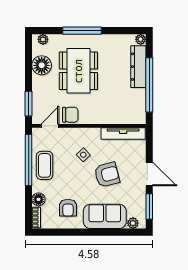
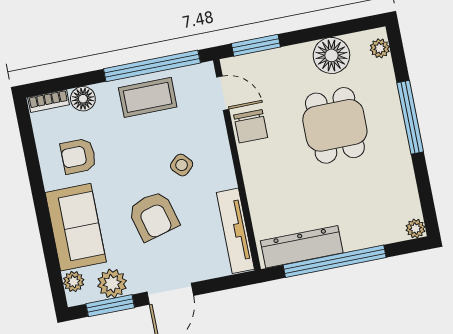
dresser: (138, 67) -> (302, 247), moved
dining table: (78, 71) -> (335, 125), width x0.73
plant: (138, 203) -> (112, 283), added

